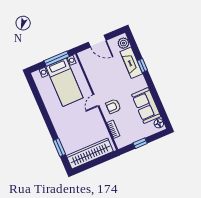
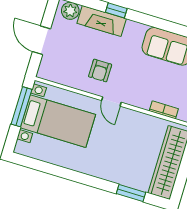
door: (97, 41) -> (42, 40), swing flipped
armchair: (113, 106) -> (100, 71), moved

